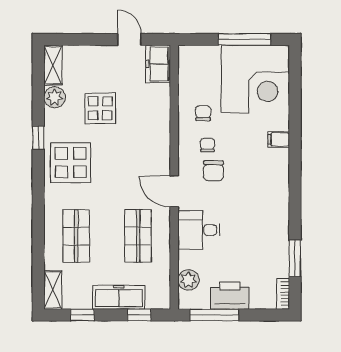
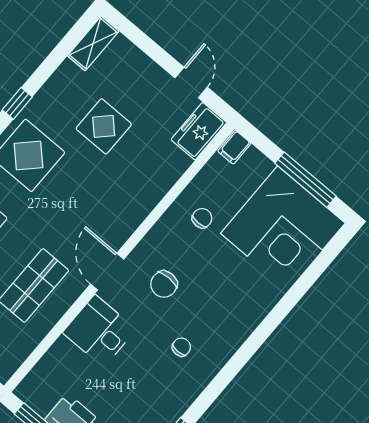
plant: (55, 97) -> (68, 77), removed
filing cabinet: (279, 139) -> (234, 147), moved, turned -90
chair: (207, 145) -> (181, 347), moved
plant: (188, 280) -> (47, 372), removed

